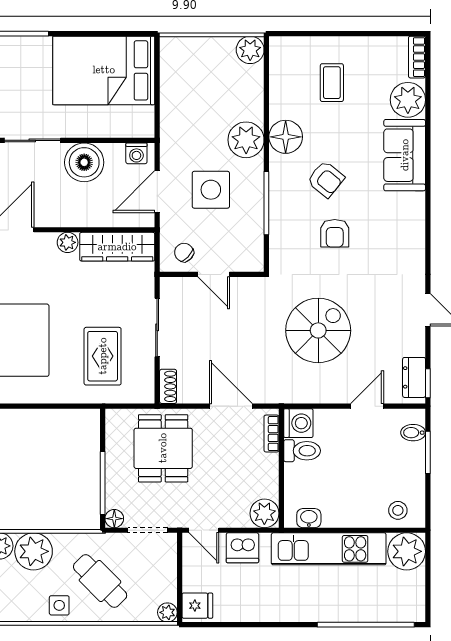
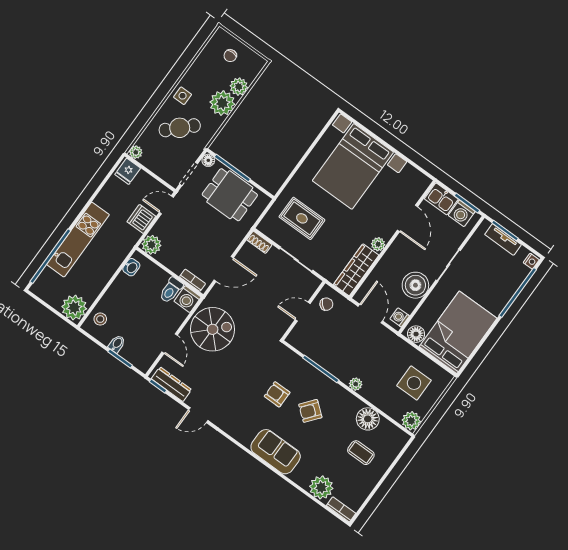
floor lamp: (142, 119) -> (416, 334), added
floor lamp: (286, 137) -> (368, 419), moved
plant: (246, 140) -> (356, 384), width x0.53, depth x0.53
sofa: (405, 155) -> (276, 452), moved
side table: (211, 190) -> (414, 383), moved
spiral stairs: (318, 330) -> (213, 329), moved, turned -90
dresser: (414, 377) -> (172, 384), width x1.44
bidet: (413, 433) -> (117, 344), moved
dining table: (163, 448) -> (230, 195), moved
kitchen unit: (329, 549) -> (78, 240), moved, turned 180

